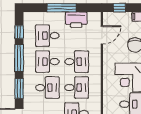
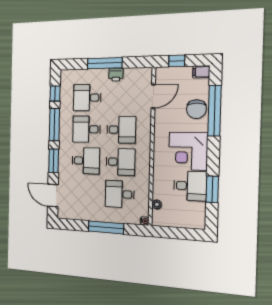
printer: (76, 20) -> (116, 75), width x0.53, depth x0.68

